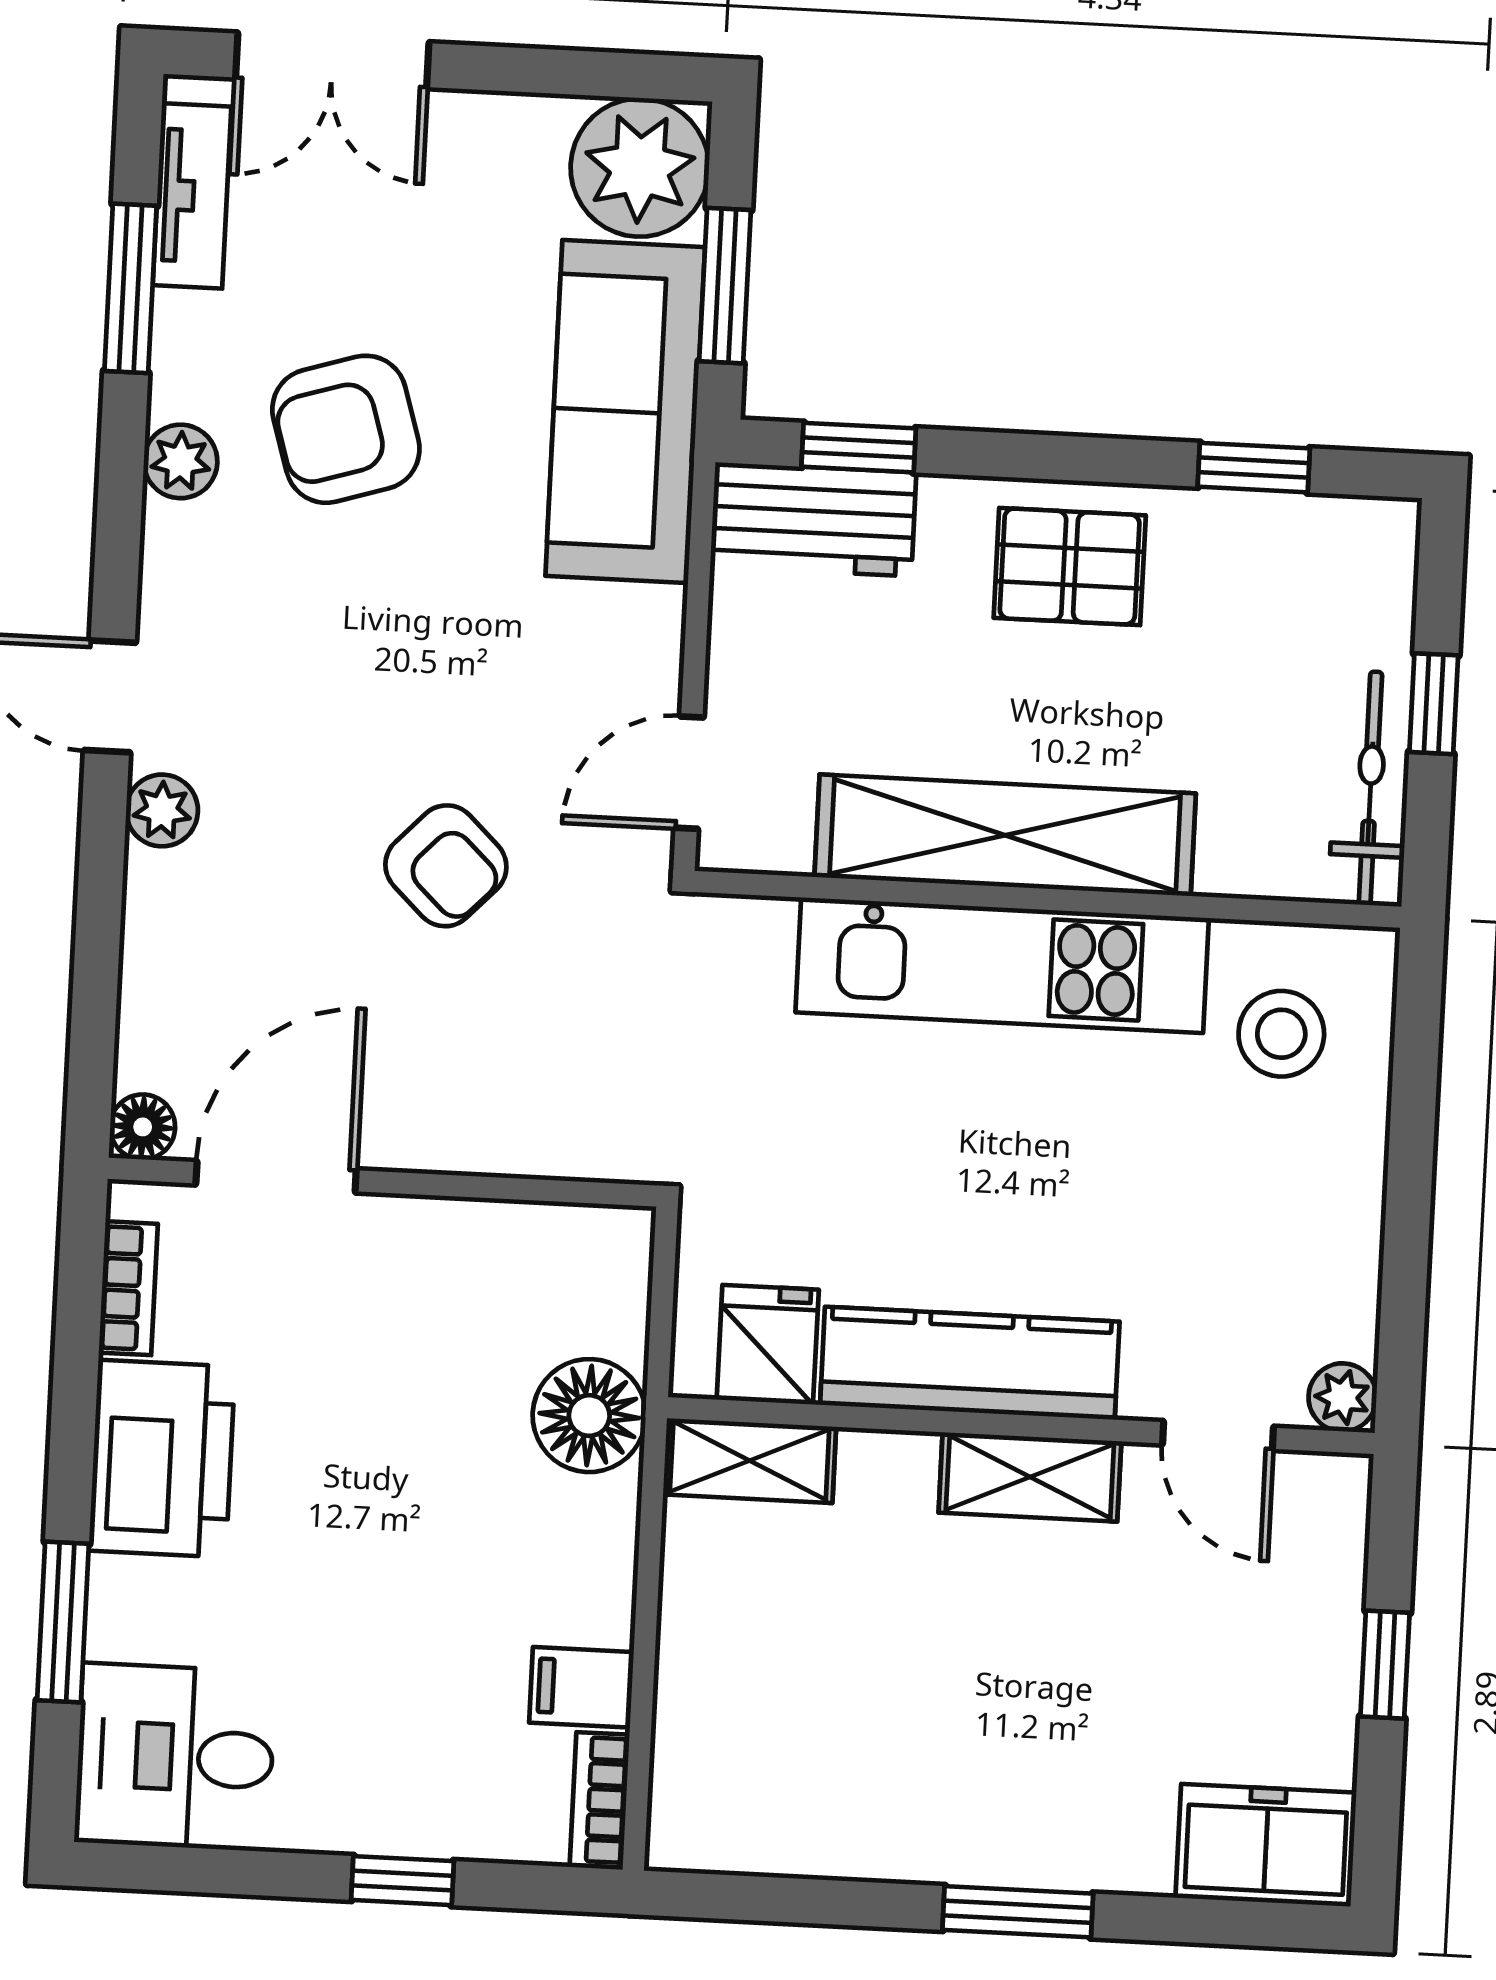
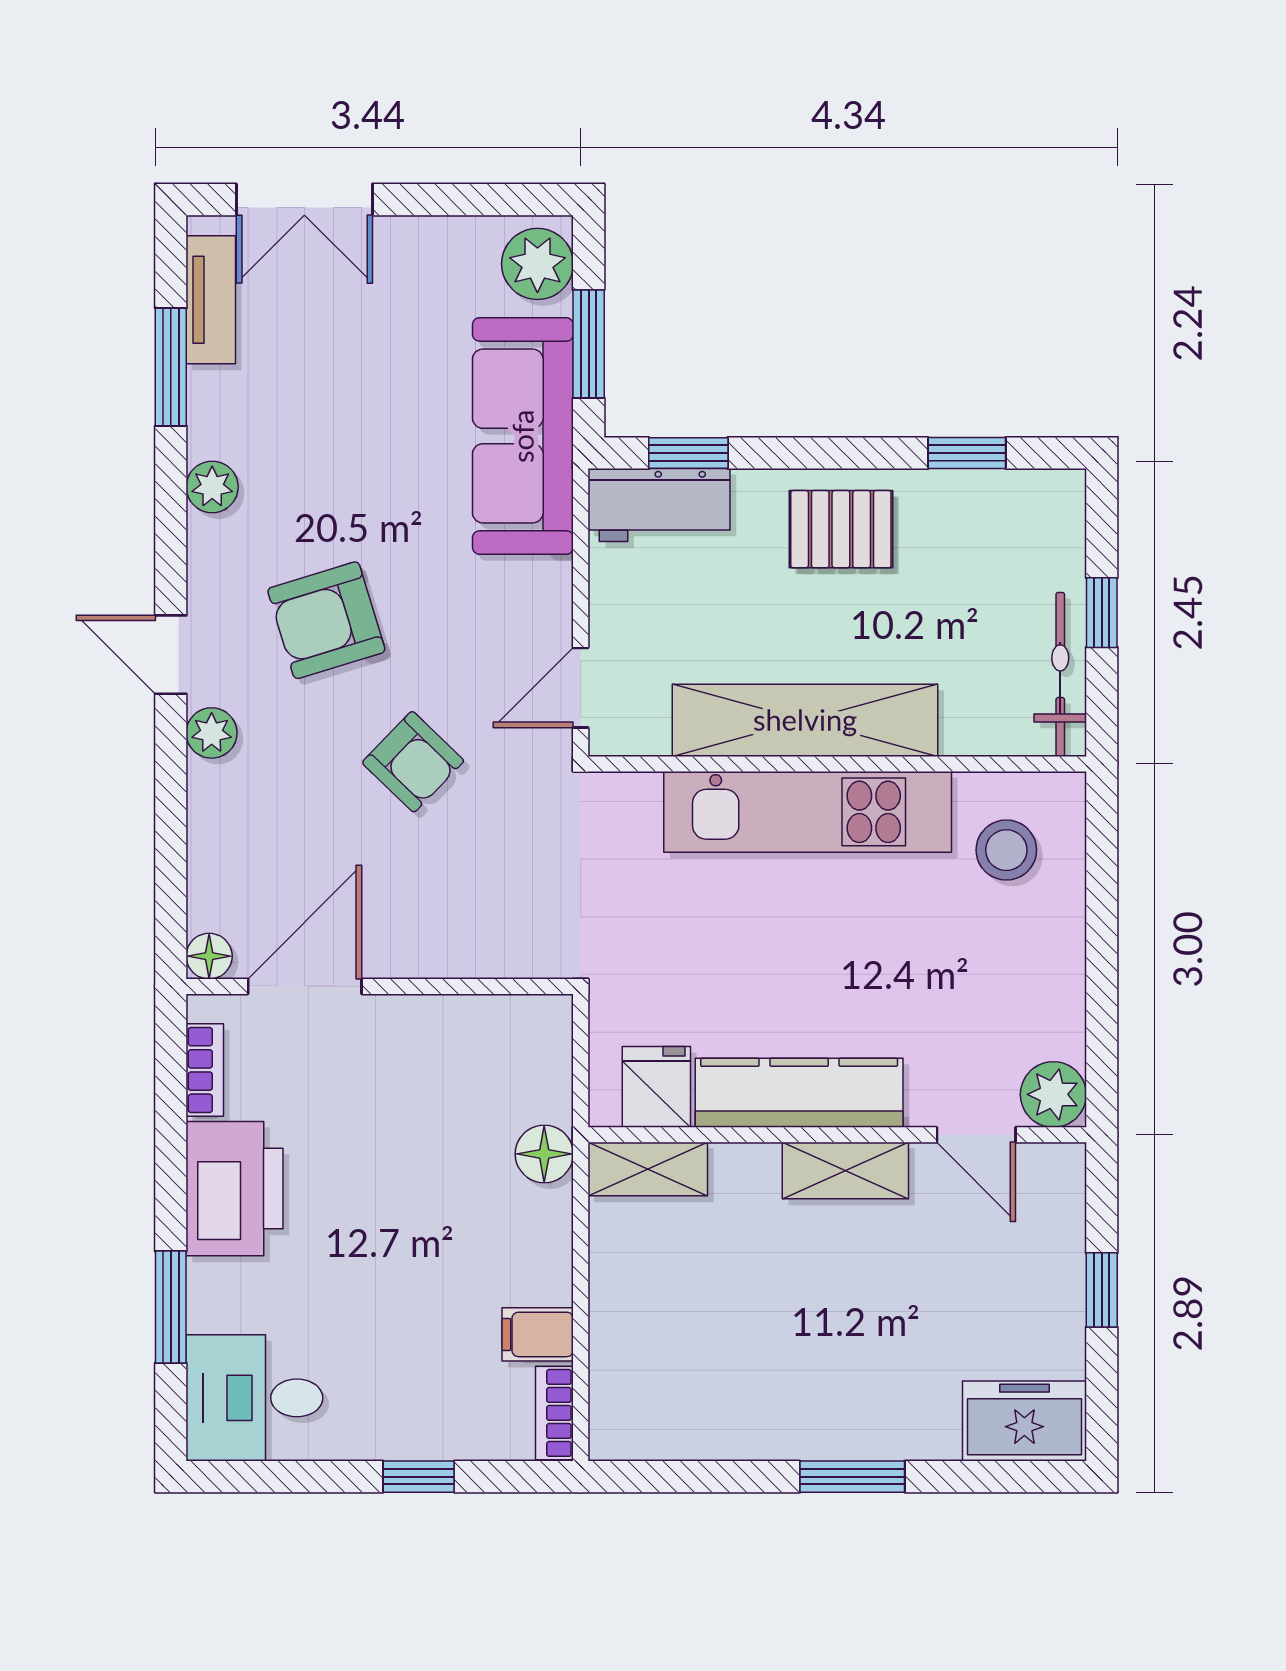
plant: (640, 168) -> (537, 264), width x0.73, depth x0.73
armchair: (346, 429) -> (326, 620), moved
plant: (1343, 1397) -> (1053, 1094), width x1.38, depth x1.38
floor lamp: (589, 1416) -> (544, 1154), width x0.73, depth x0.73

